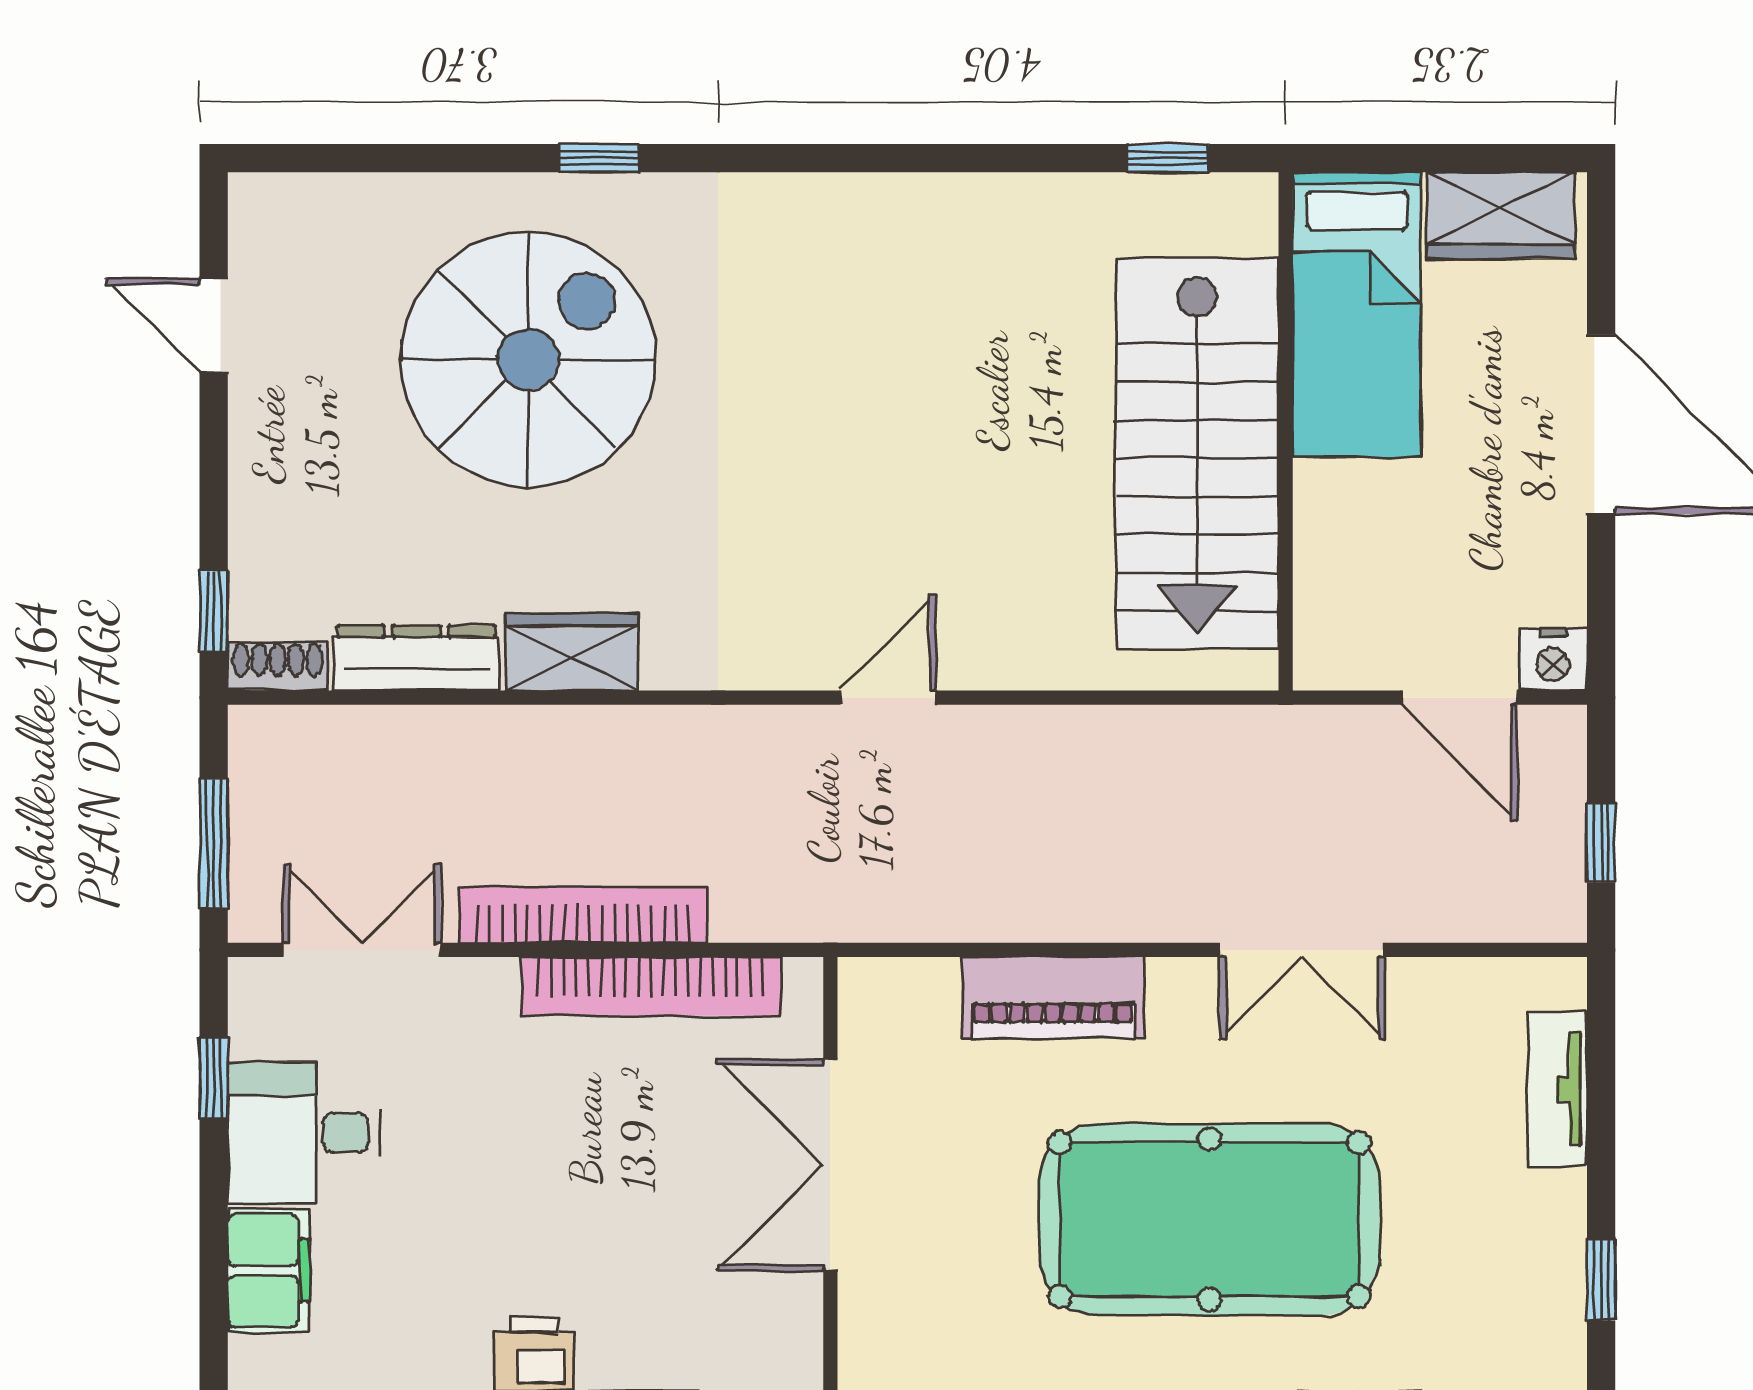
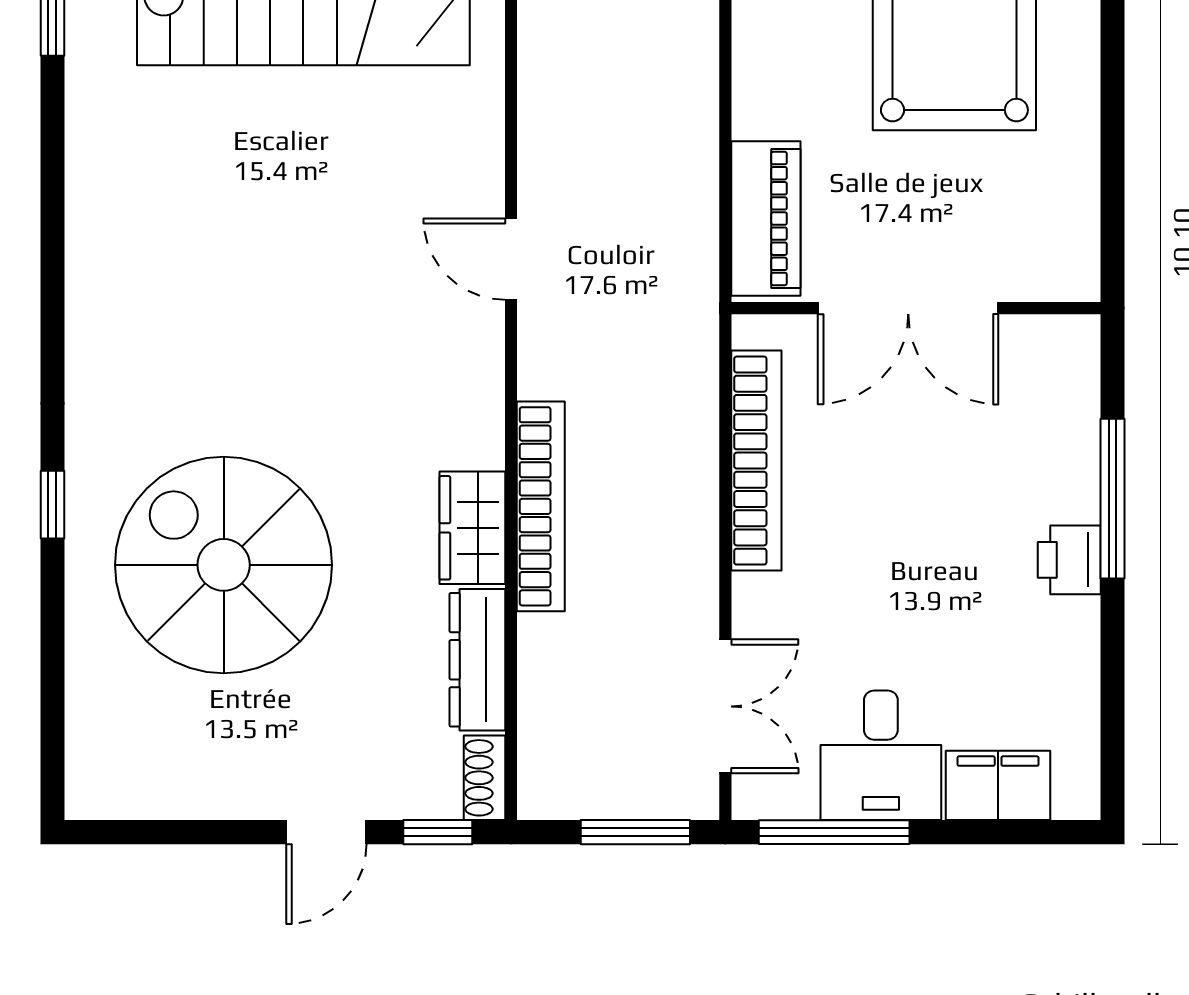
door: (214, 325) -> (326, 832), moved
bookcase: (583, 915) -> (541, 506), moved, turned 180
double door: (362, 950) -> (725, 706), swing flipped
piano: (1053, 998) -> (766, 219), moved
window: (214, 1078) -> (834, 832), width x2.17

